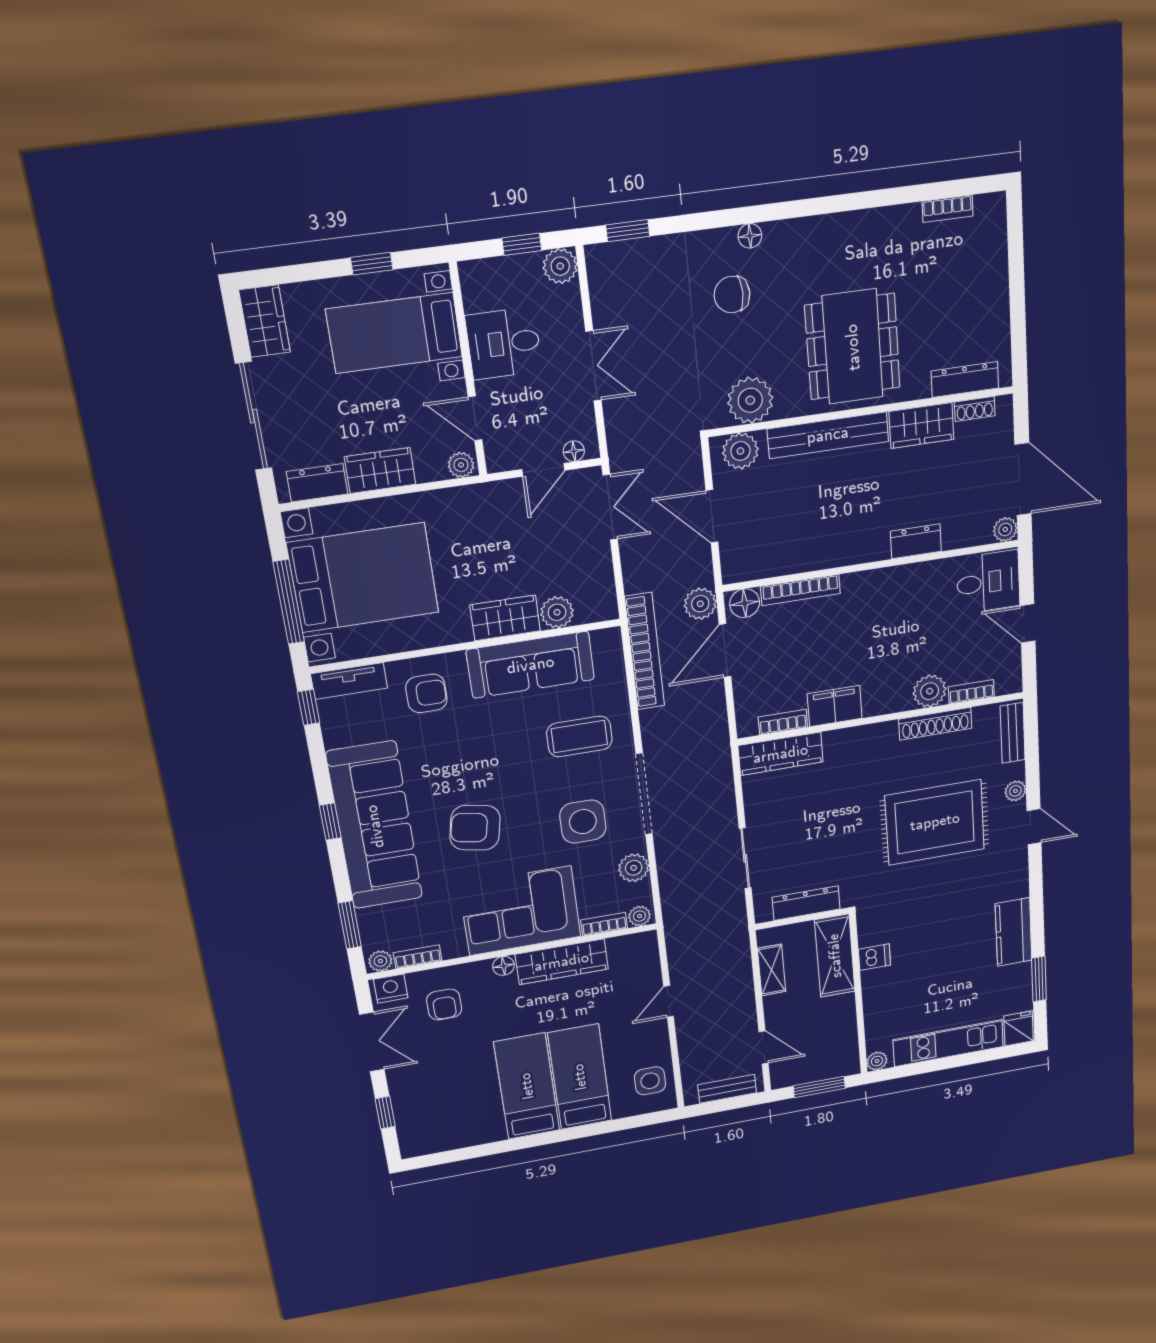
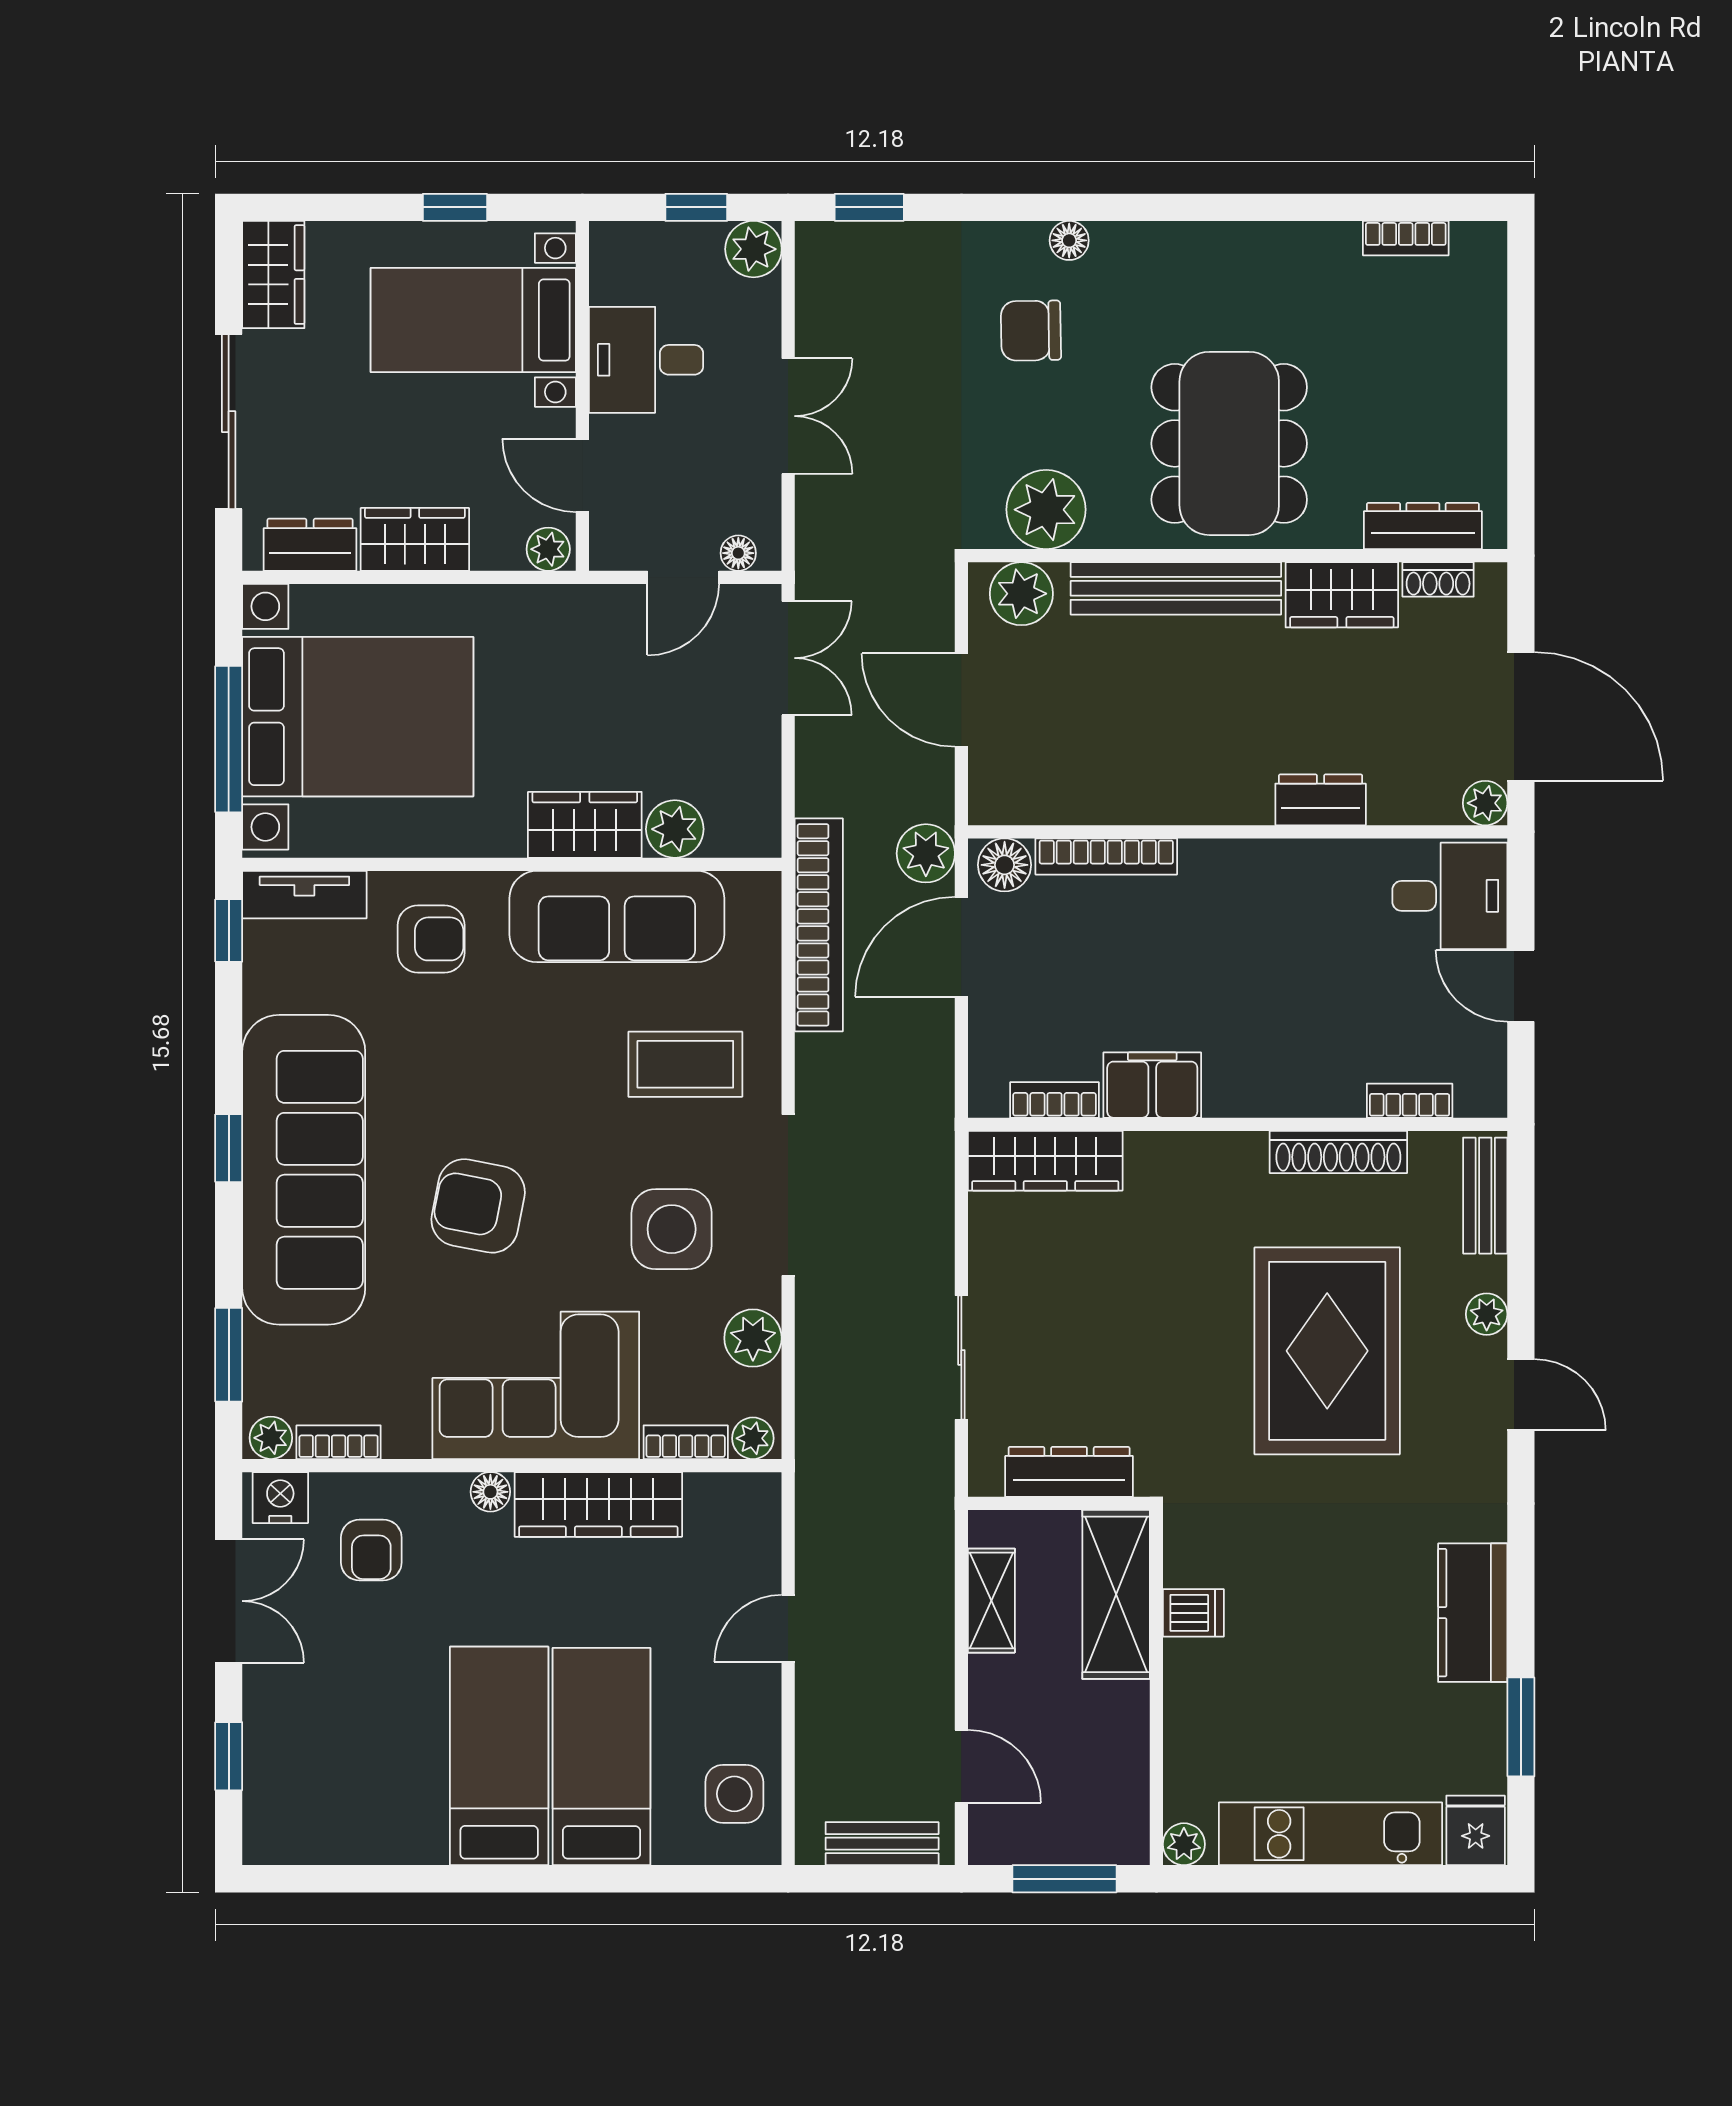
plant: (930, 691) -> (1331, 1086), removed
rug: (935, 822) -> (1327, 1351), turned 90

